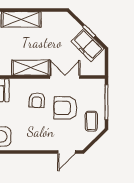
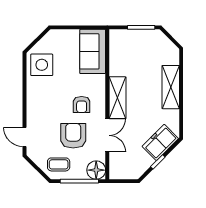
freezer: (87, 45) -> (160, 142), moved
floor lamp: (96, 87) -> (96, 170), added
armchair: (37, 100) -> (82, 104), turned -93

